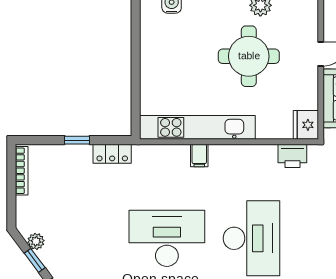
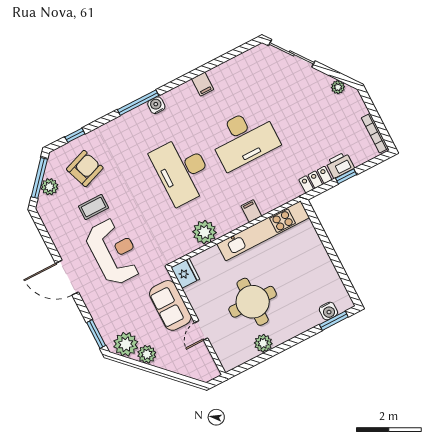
printer: (292, 156) -> (340, 165), moved
plant: (262, 159) -> (205, 232), added
window: (35, 260) -> (332, 73), removed

